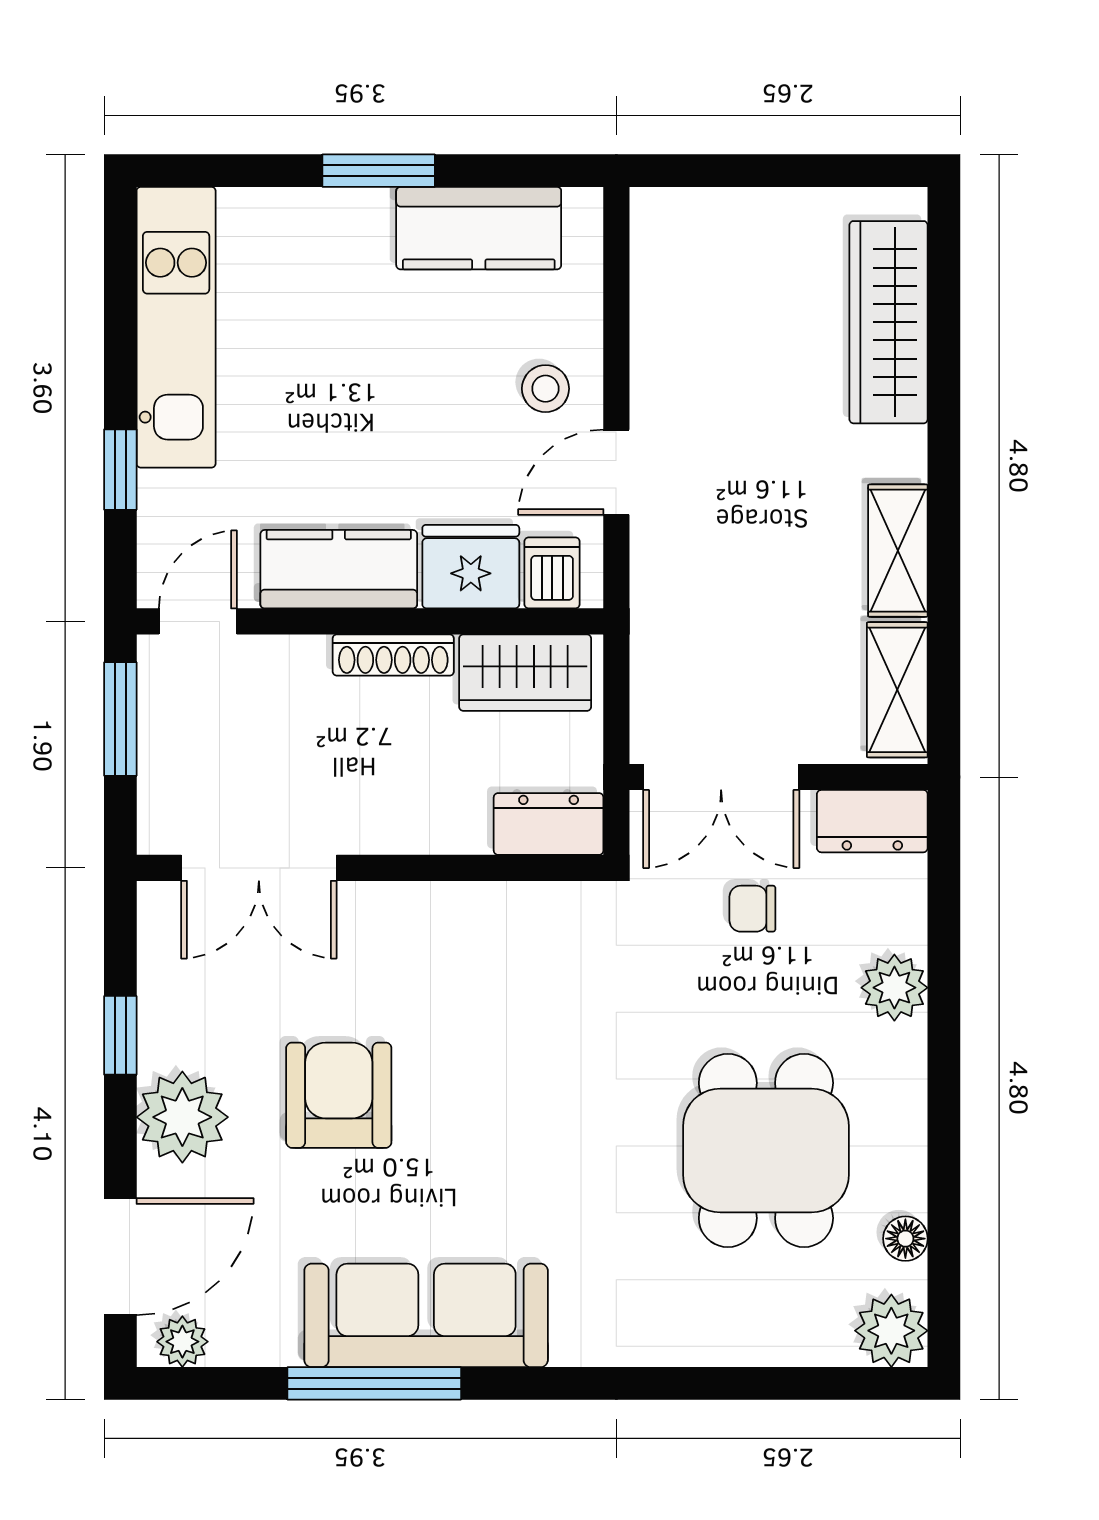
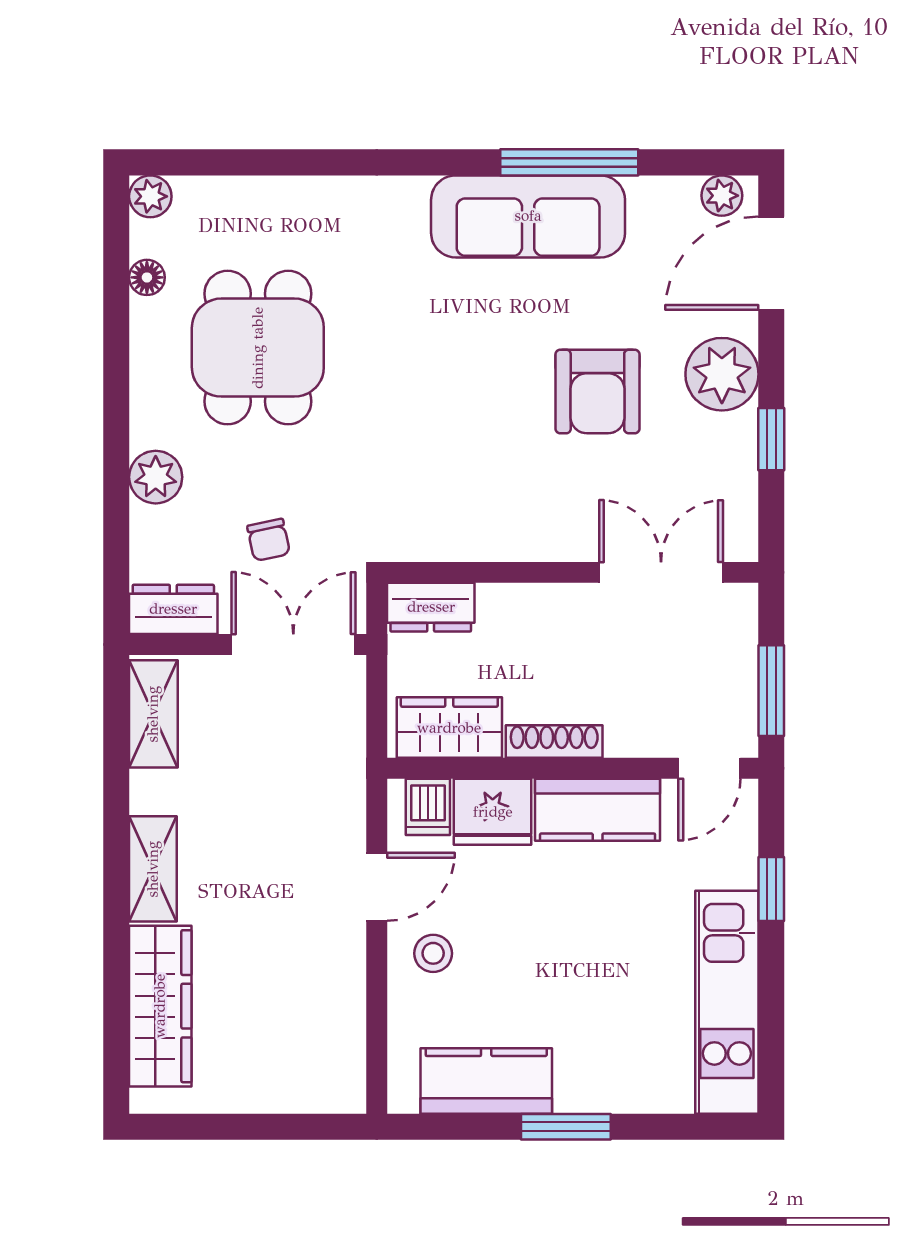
shelving: (898, 551) -> (153, 869), moved
chair: (752, 909) -> (269, 540), turned 78
plant: (891, 1331) -> (150, 196), width x0.73, depth x0.73

